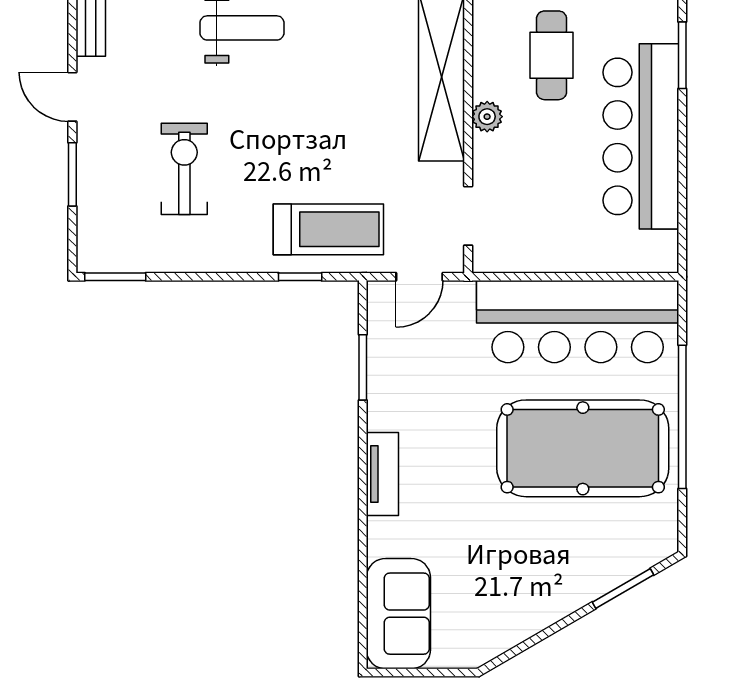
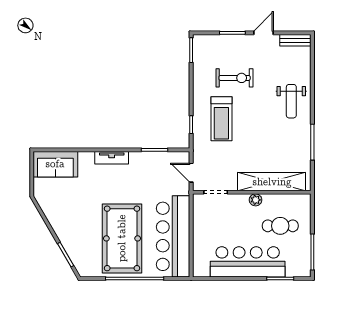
treadmill: (328, 229) -> (221, 119), moved

